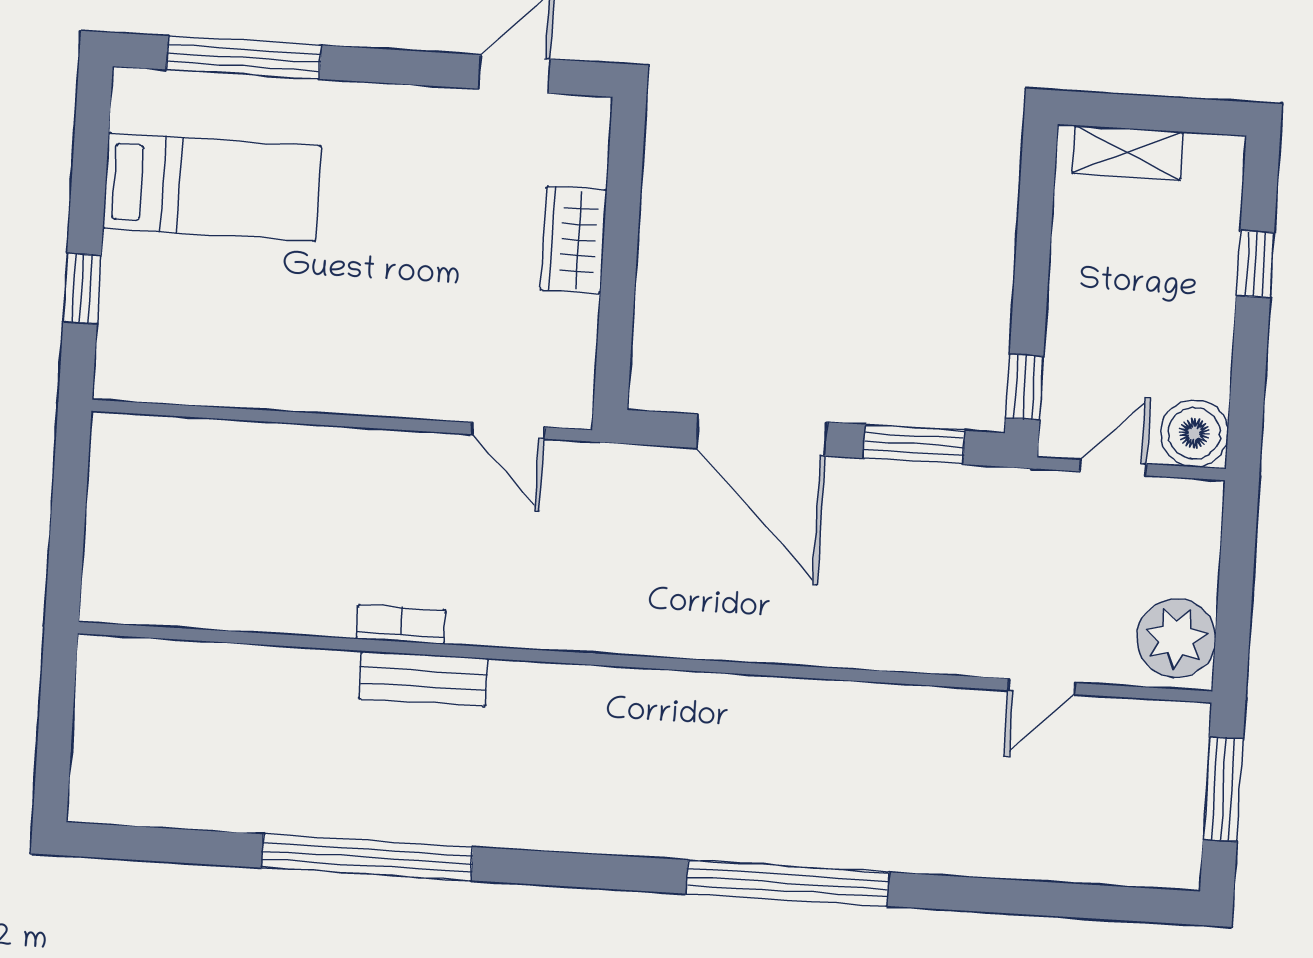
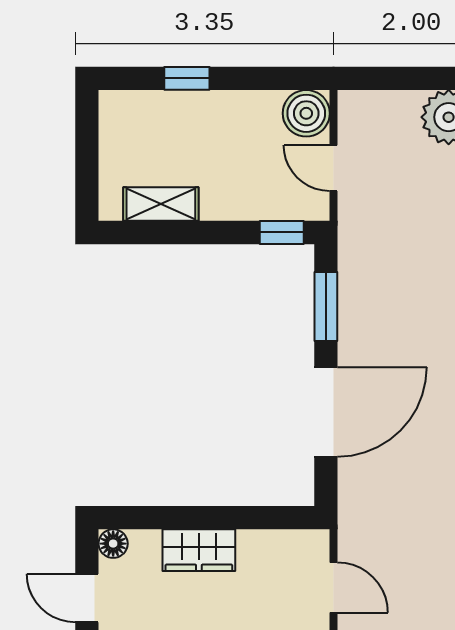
floor lamp: (591, 117) -> (113, 544), added
shelving: (1128, 153) -> (161, 204), moved, turned 90
door: (508, 431) -> (334, 587), hinge flipped

